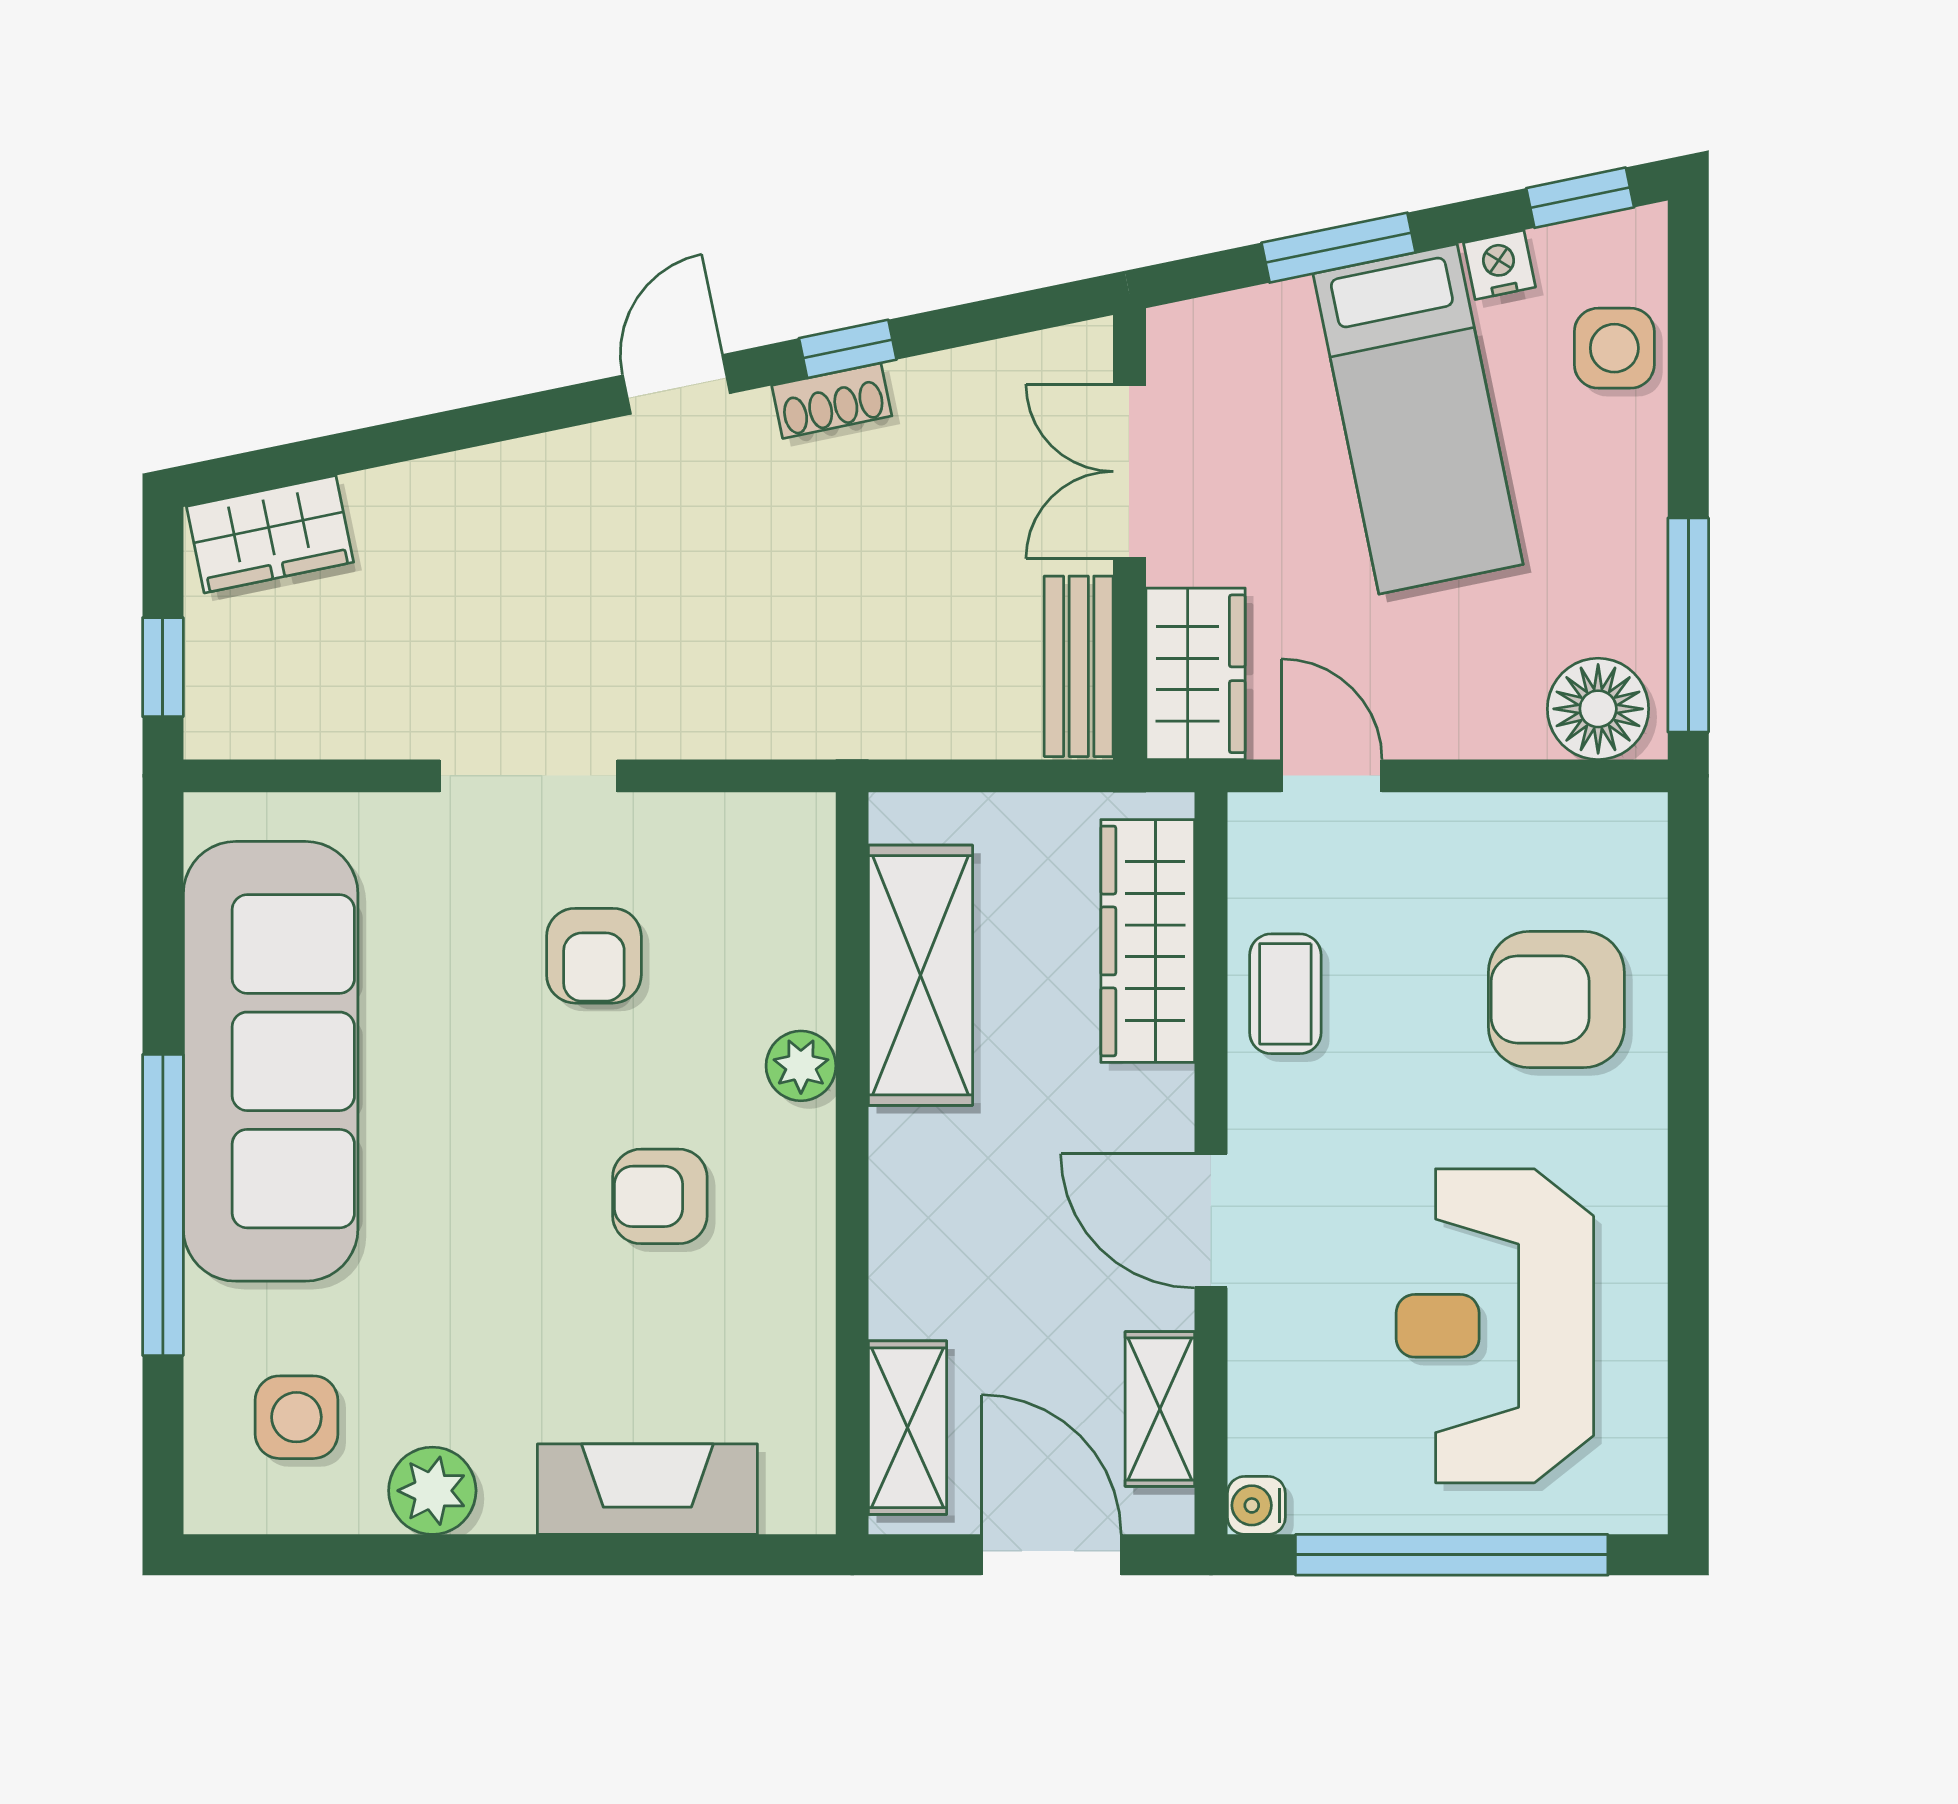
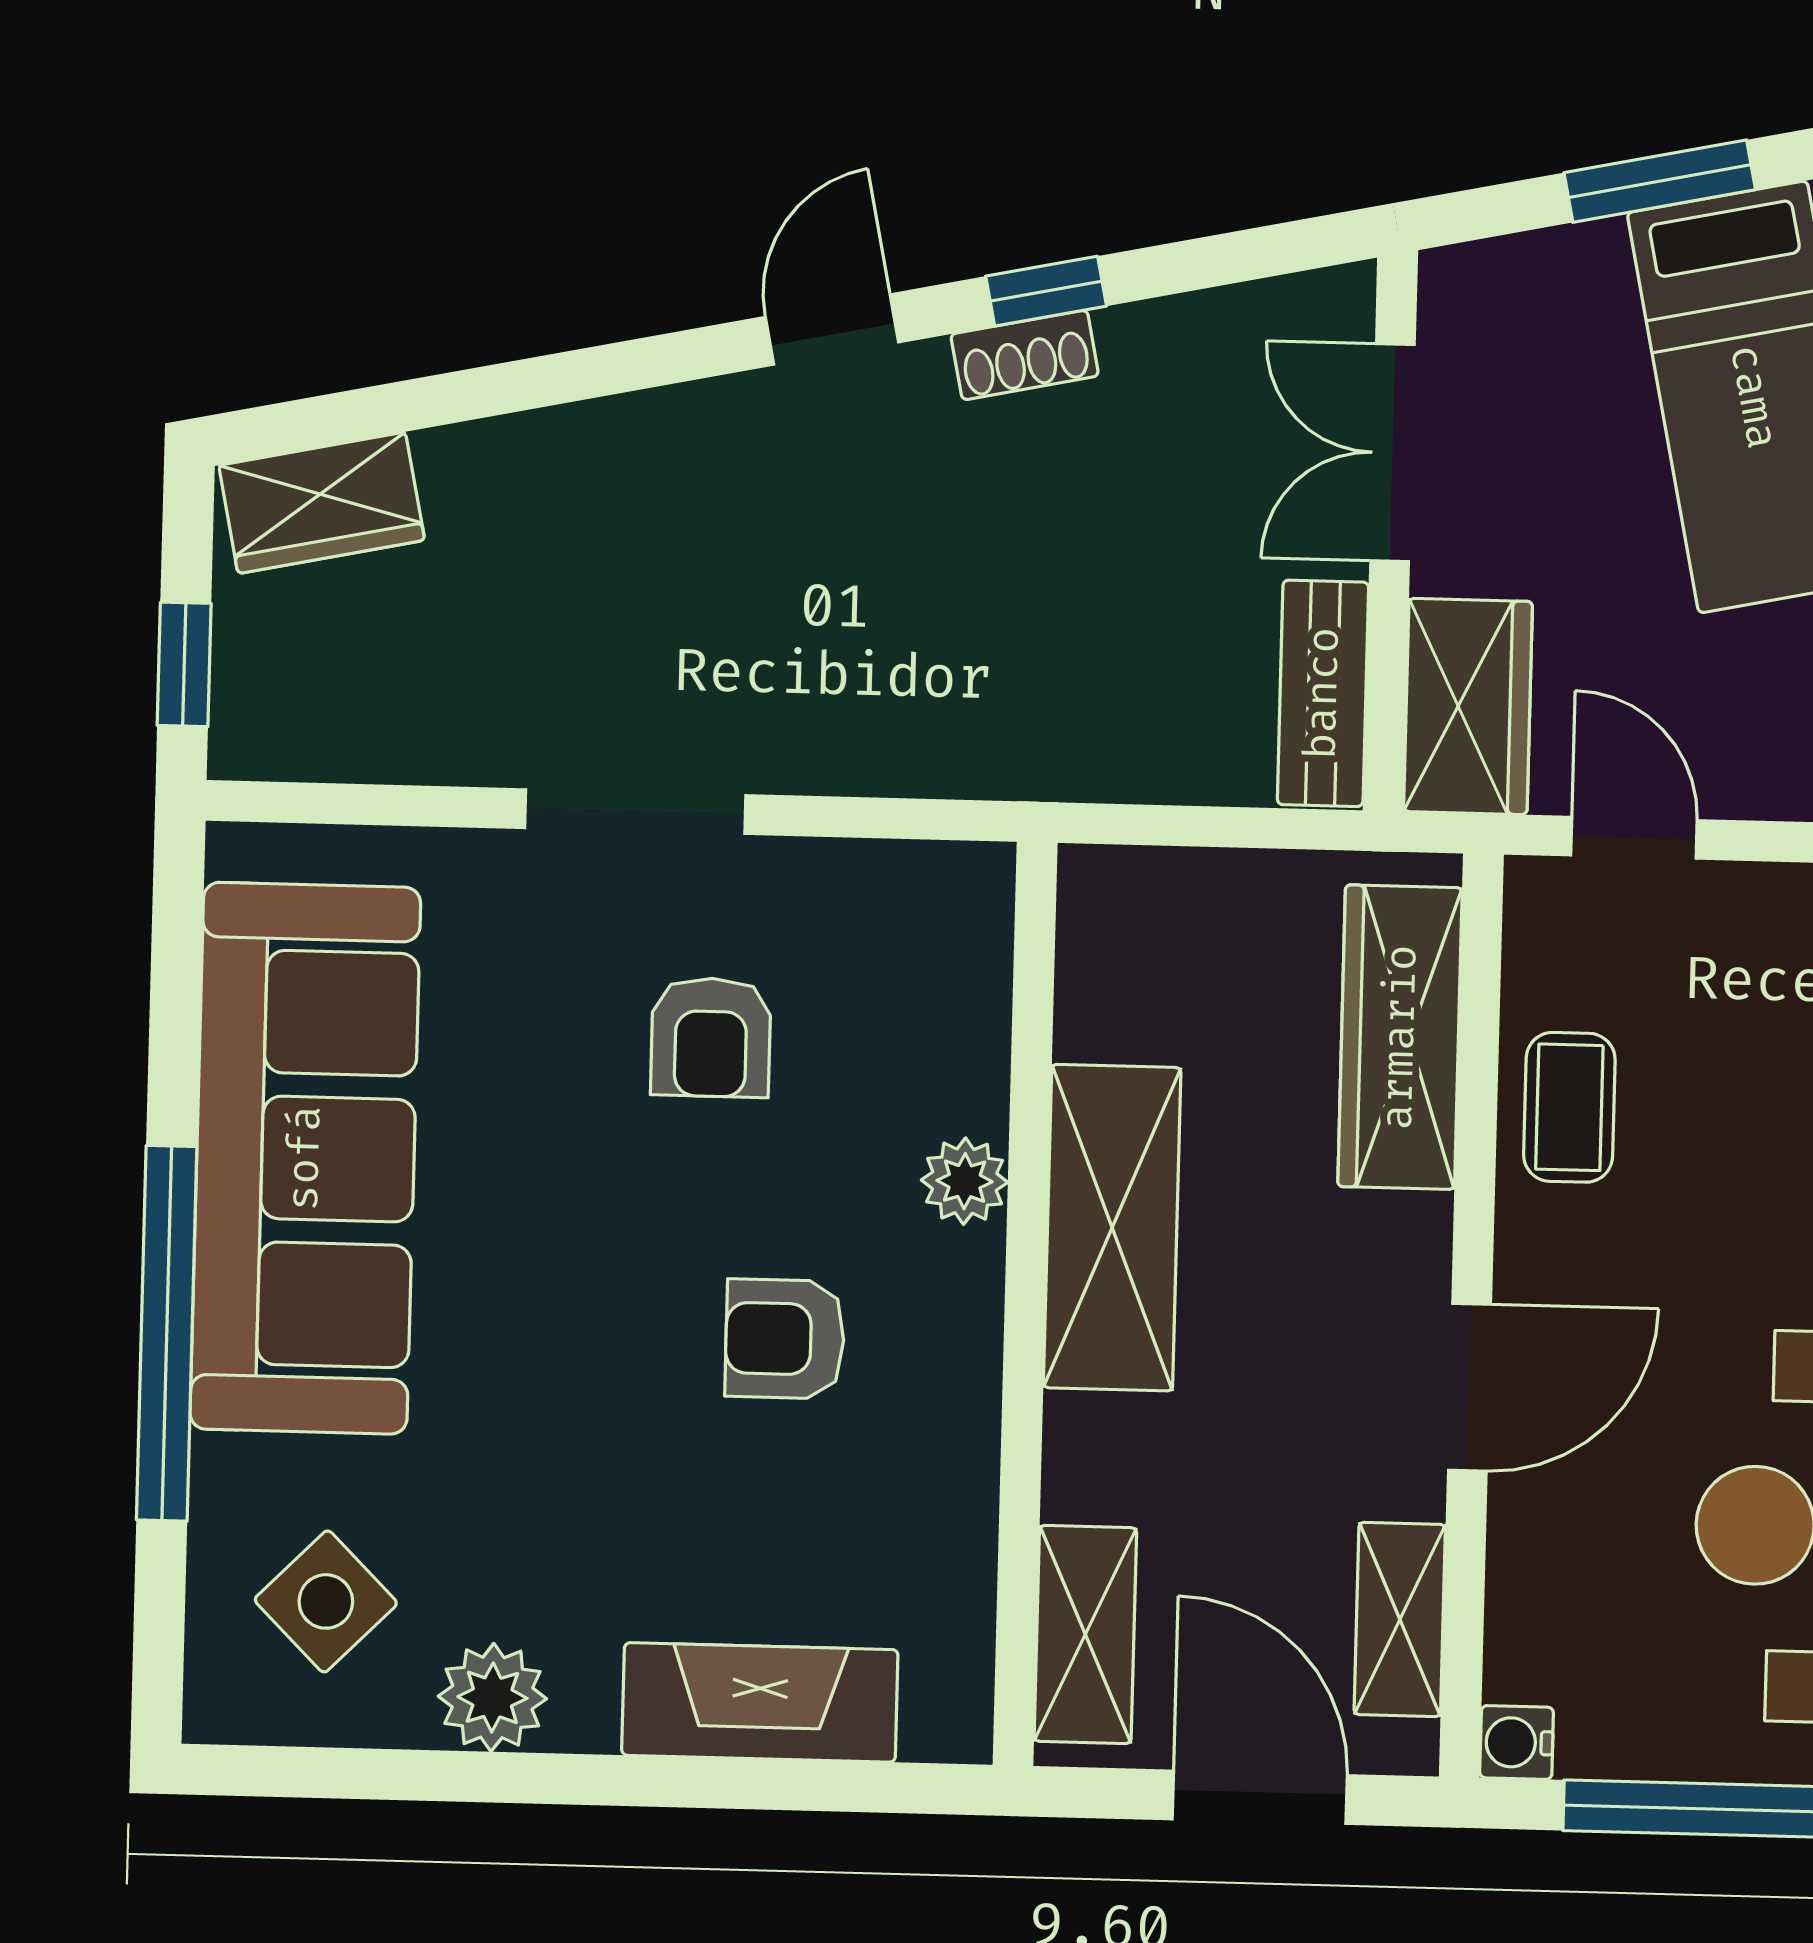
shelving: (920, 975) -> (1112, 1228), moved
door: (1211, 1221) -> (1469, 1387), swing flipped
side table: (296, 1417) -> (326, 1601), turned 45

